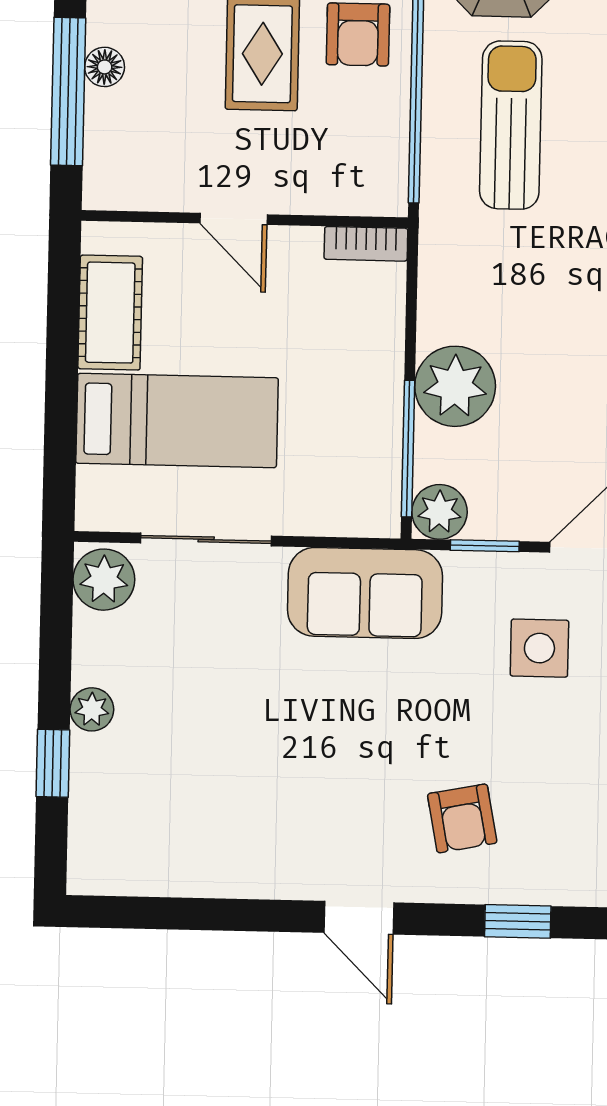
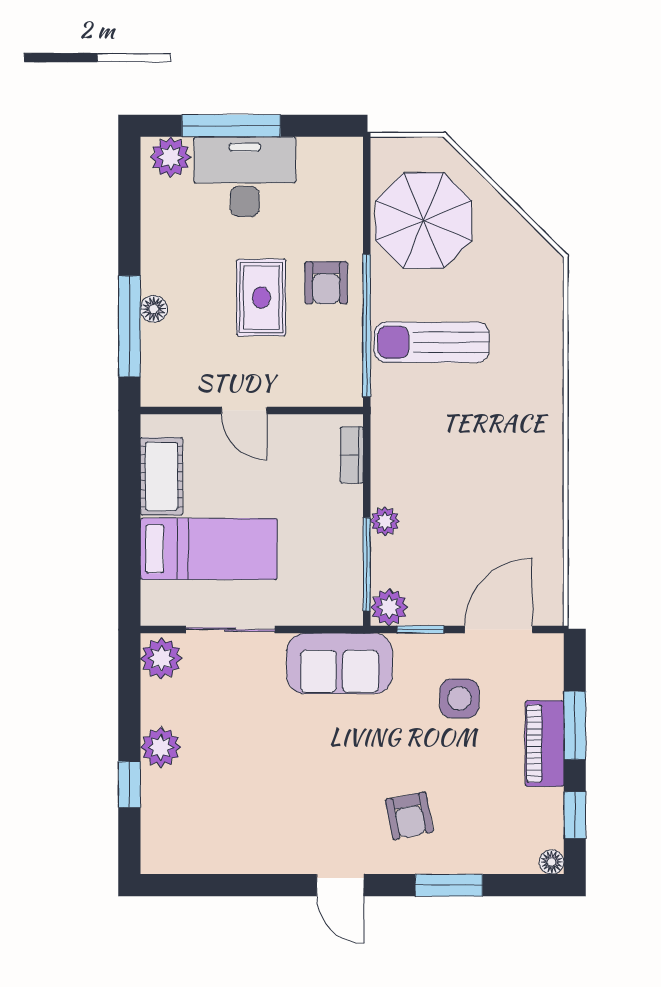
sun lounger: (511, 125) -> (432, 342), turned -90
bookcase: (366, 244) -> (352, 455), moved, turned 90
plant: (455, 386) -> (385, 521), width x0.53, depth x0.53
plant: (92, 709) -> (161, 747), width x1.38, depth x1.38
window: (518, 921) -> (449, 885), width x1.50

